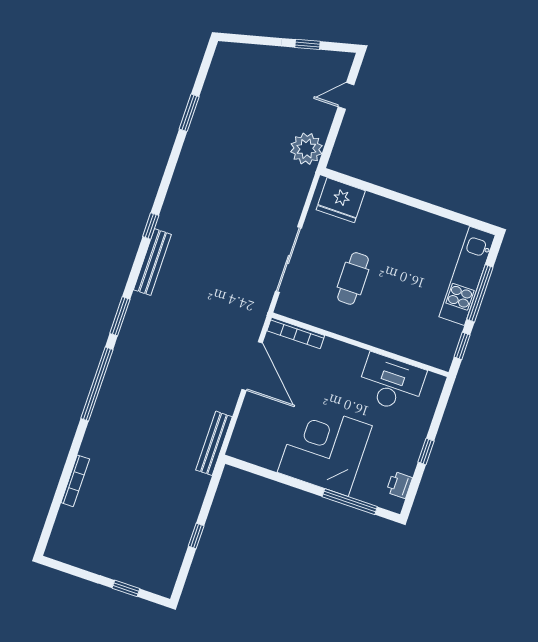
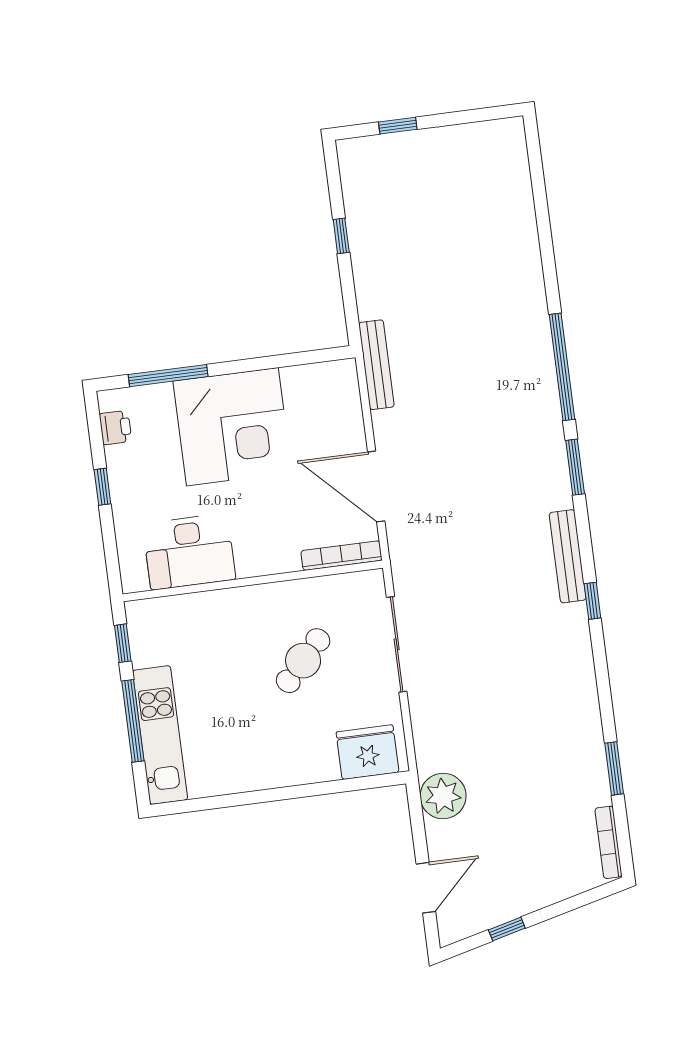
door: (346, 96) -> (426, 888), width x1.37
cafe table: (353, 278) -> (303, 661), turned 43
bookcase: (75, 481) -> (608, 842), moved

